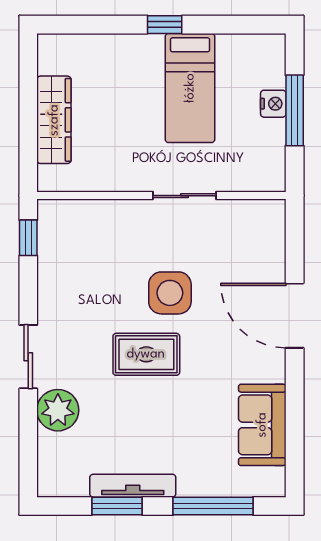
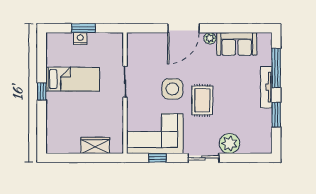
window: (295, 110) -> (84, 28), width x0.69
wardrobe: (54, 120) -> (95, 145), width x0.67
window: (28, 238) -> (158, 158), moved
corner sofa: (78, 257) -> (155, 134), added
plant: (274, 370) -> (210, 38), added
tv unit: (133, 486) -> (266, 87), moved

